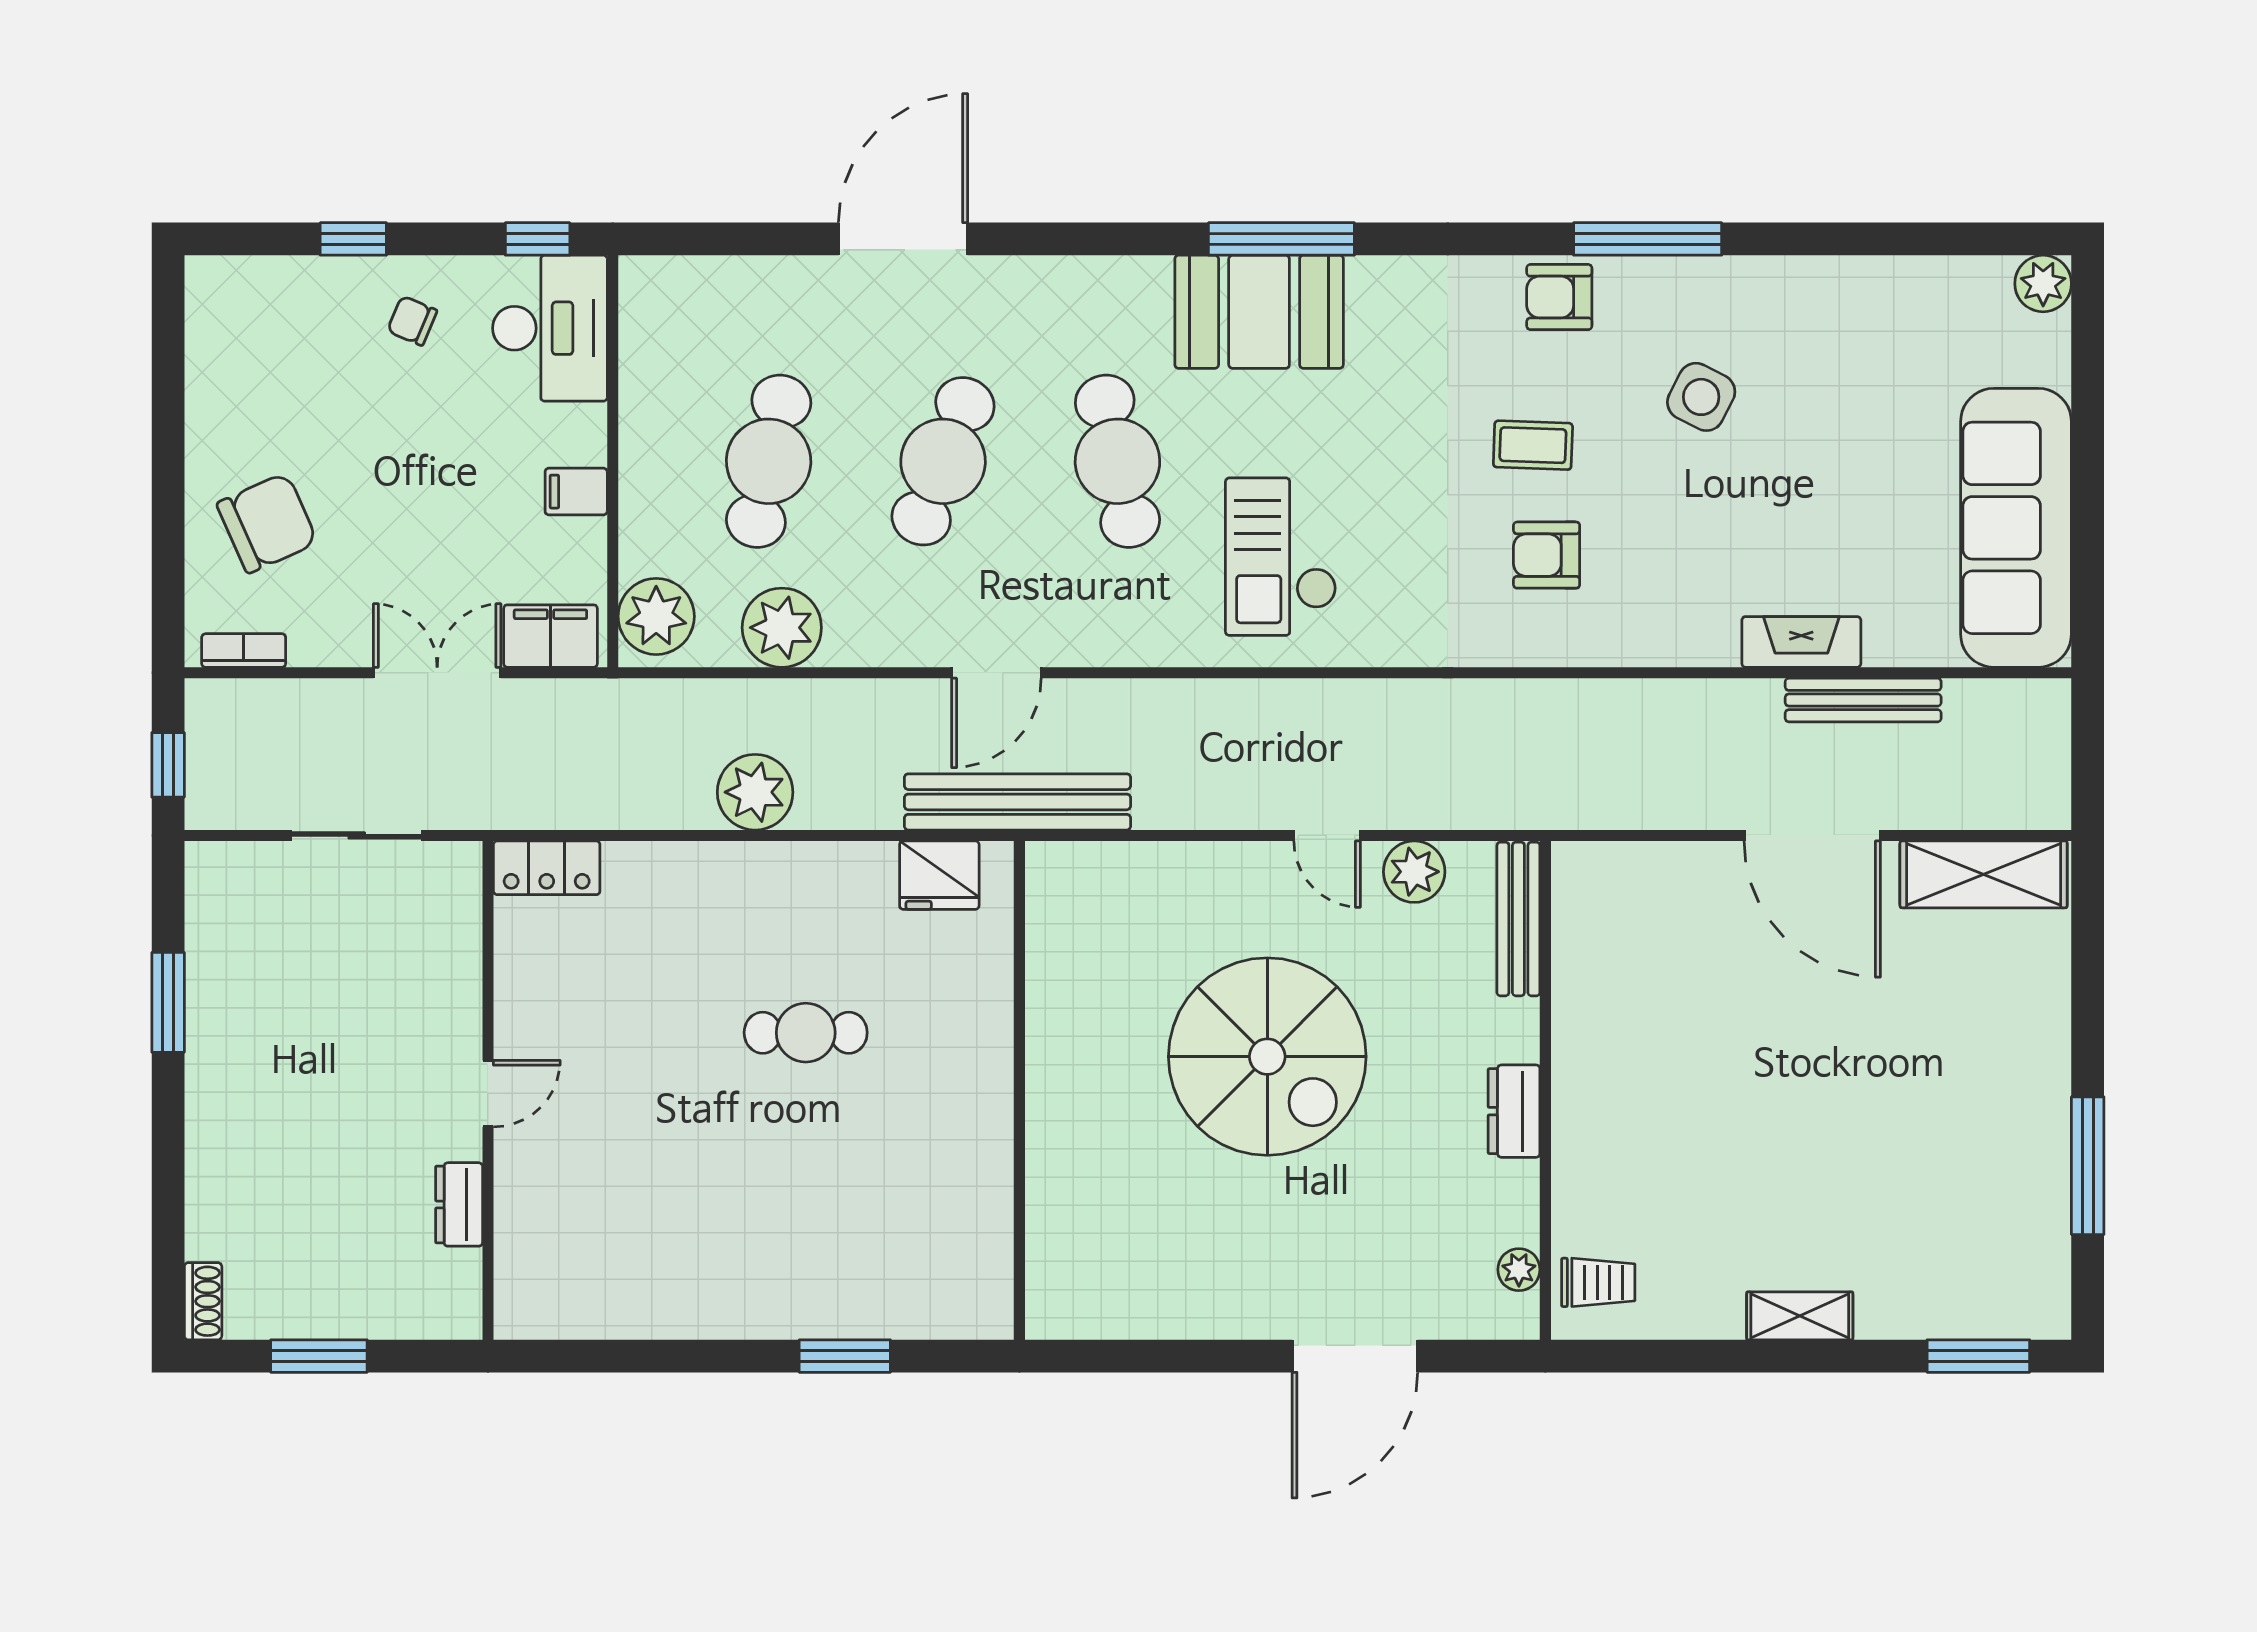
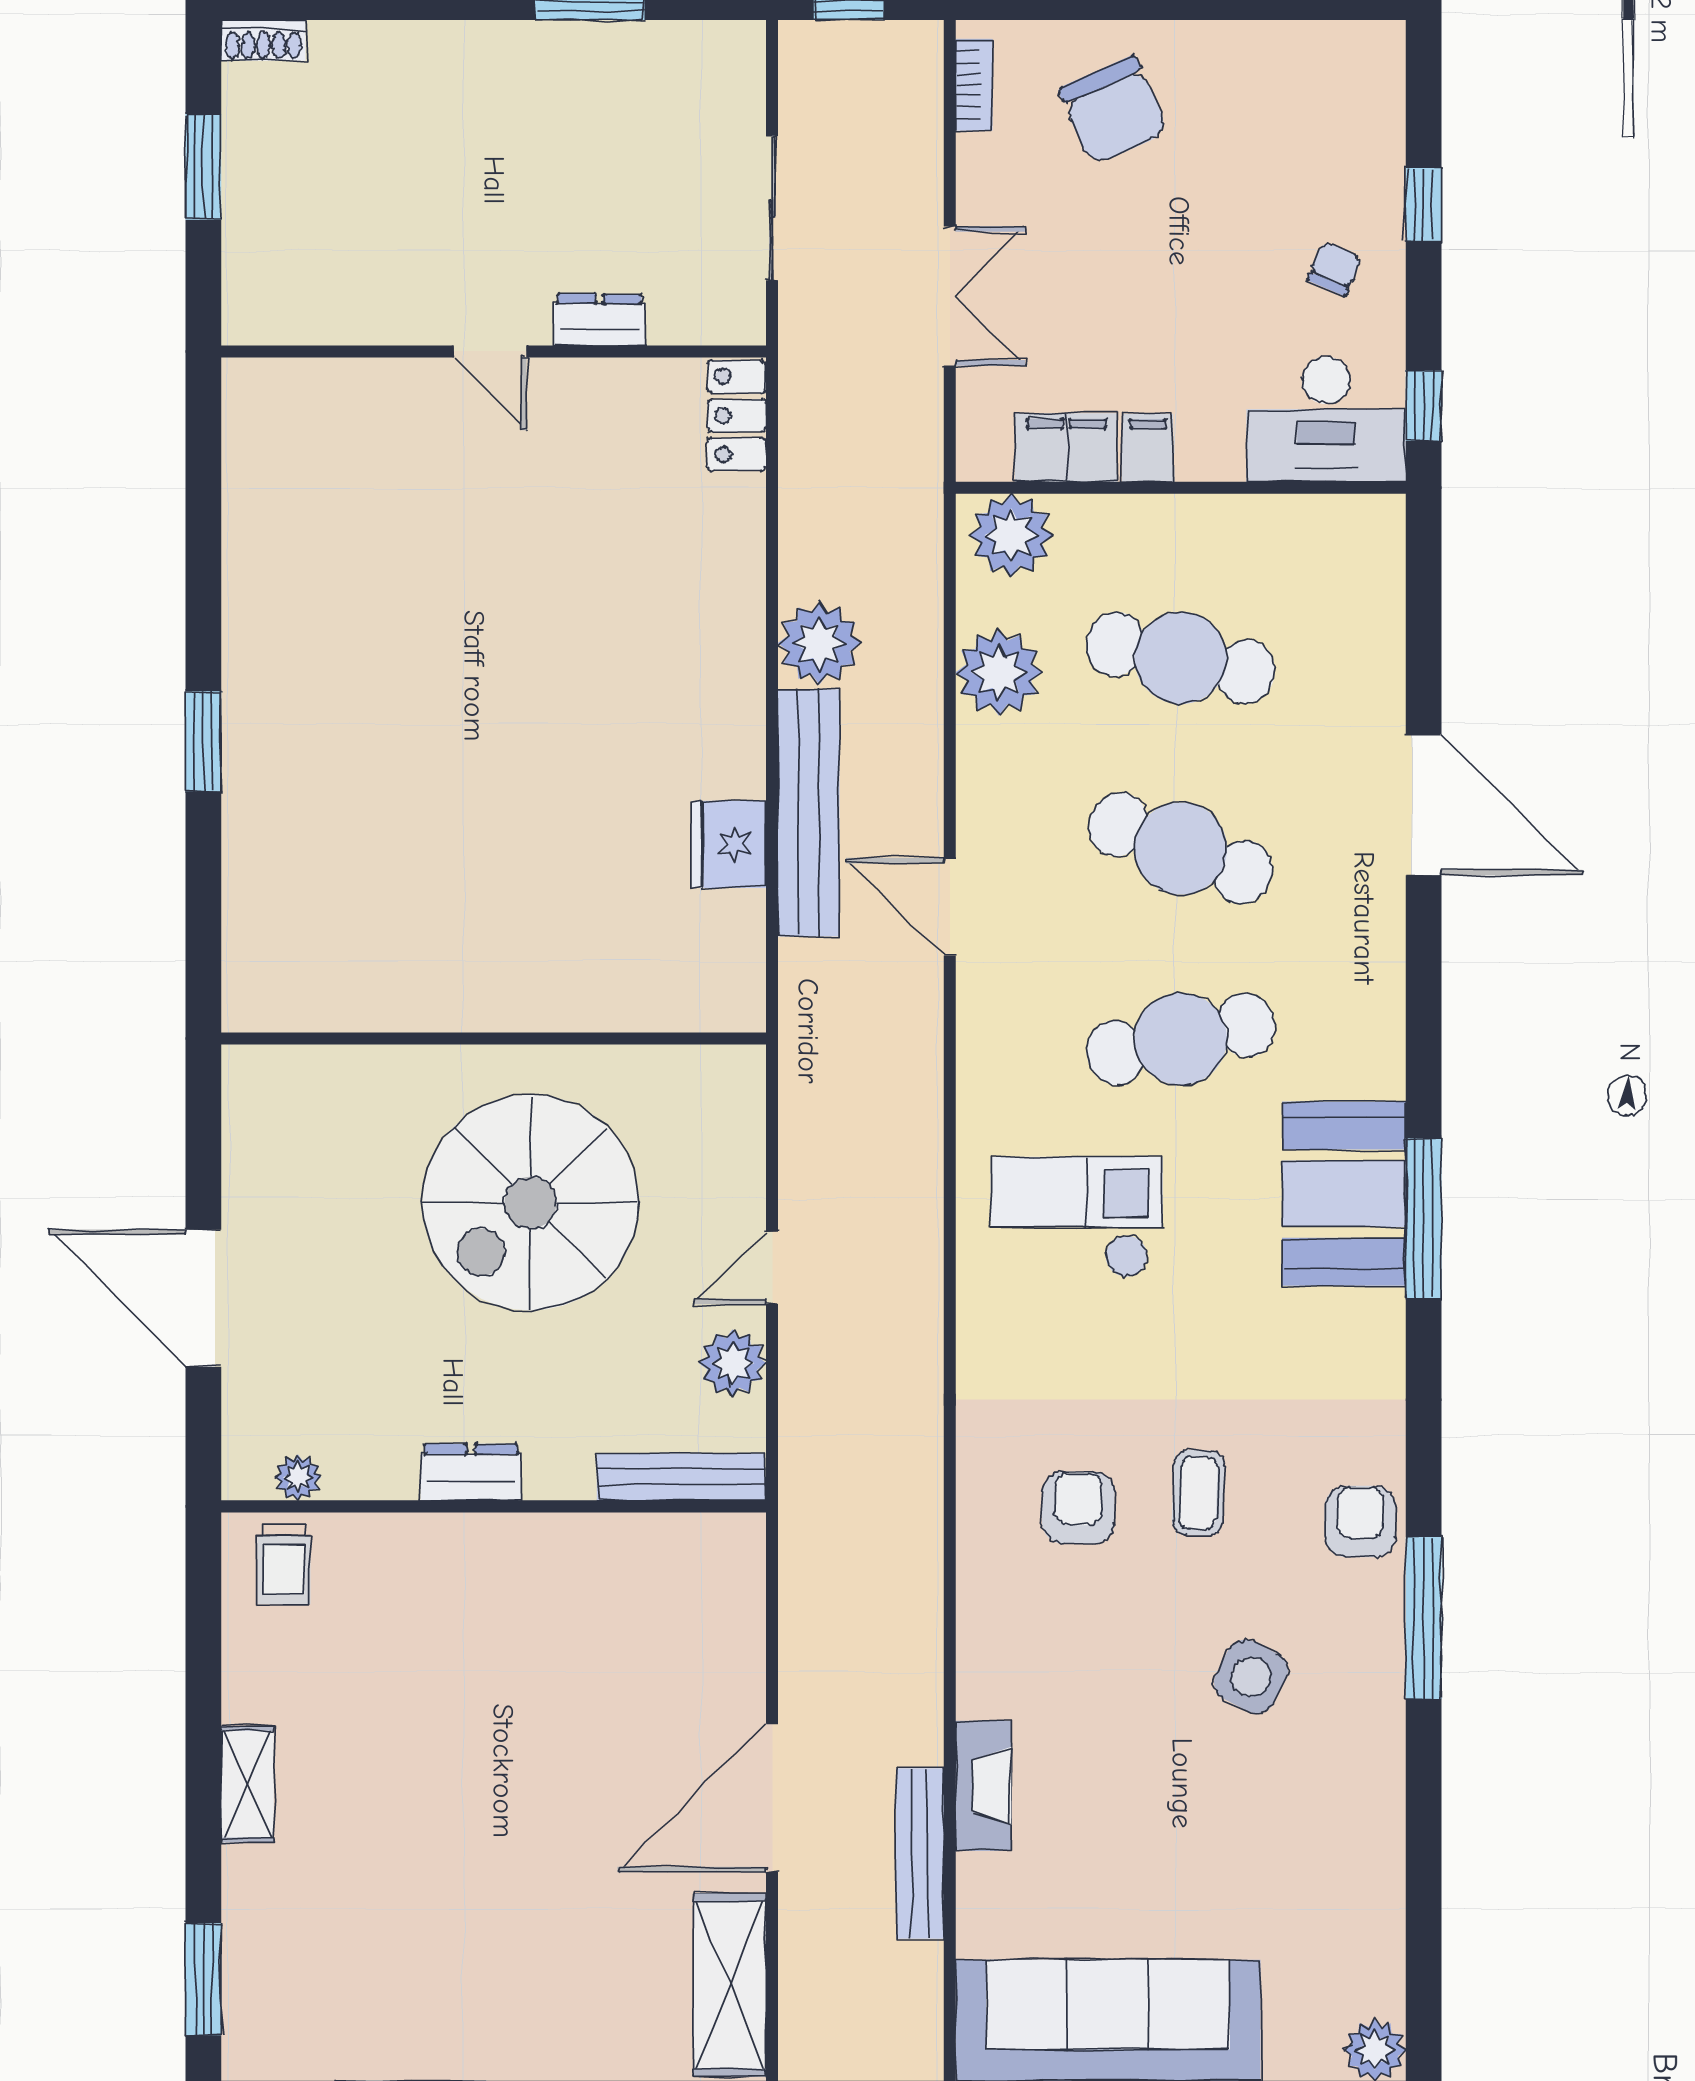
filing cabinet: (550, 636) -> (1066, 448), moved, turned -90
bench: (1017, 802) -> (809, 813), moved
cafe table: (806, 1033) -> (557, 698), removed
wall: (1019, 1090) -> (494, 1038), moved
dresser: (459, 1204) -> (599, 320), moved

